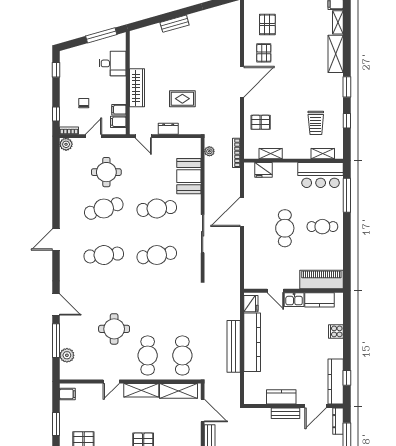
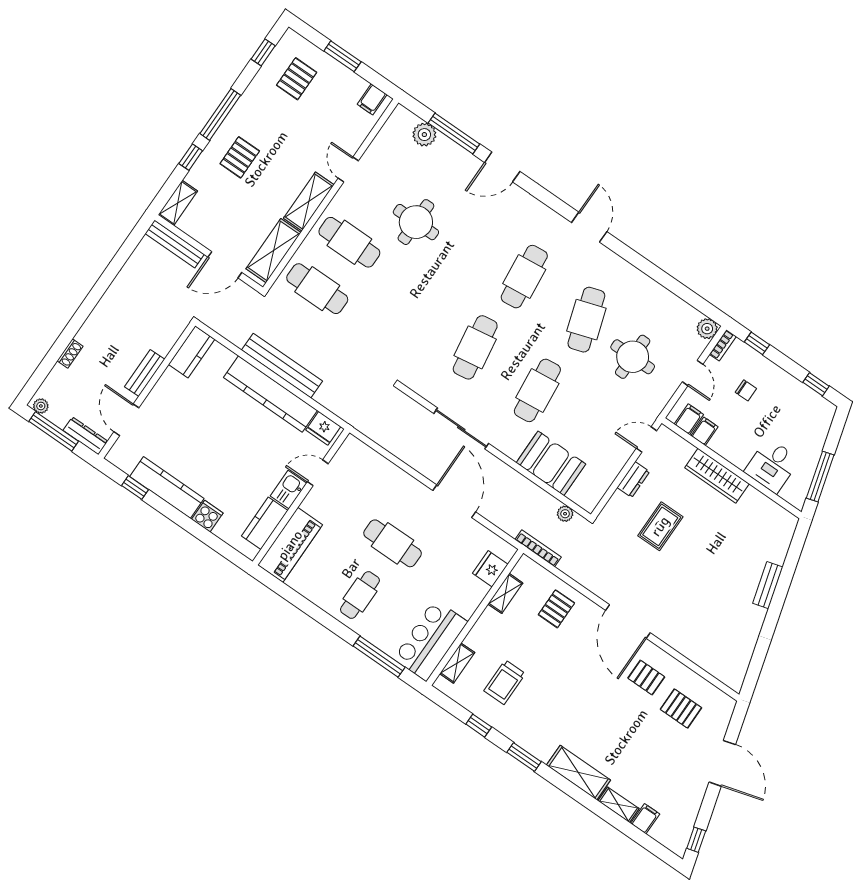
trolley: (316, 123) -> (505, 682), turned -90
kitchen counter: (336, 382) -> (167, 487), moved
kitchen counter: (281, 397) -> (192, 352), moved

